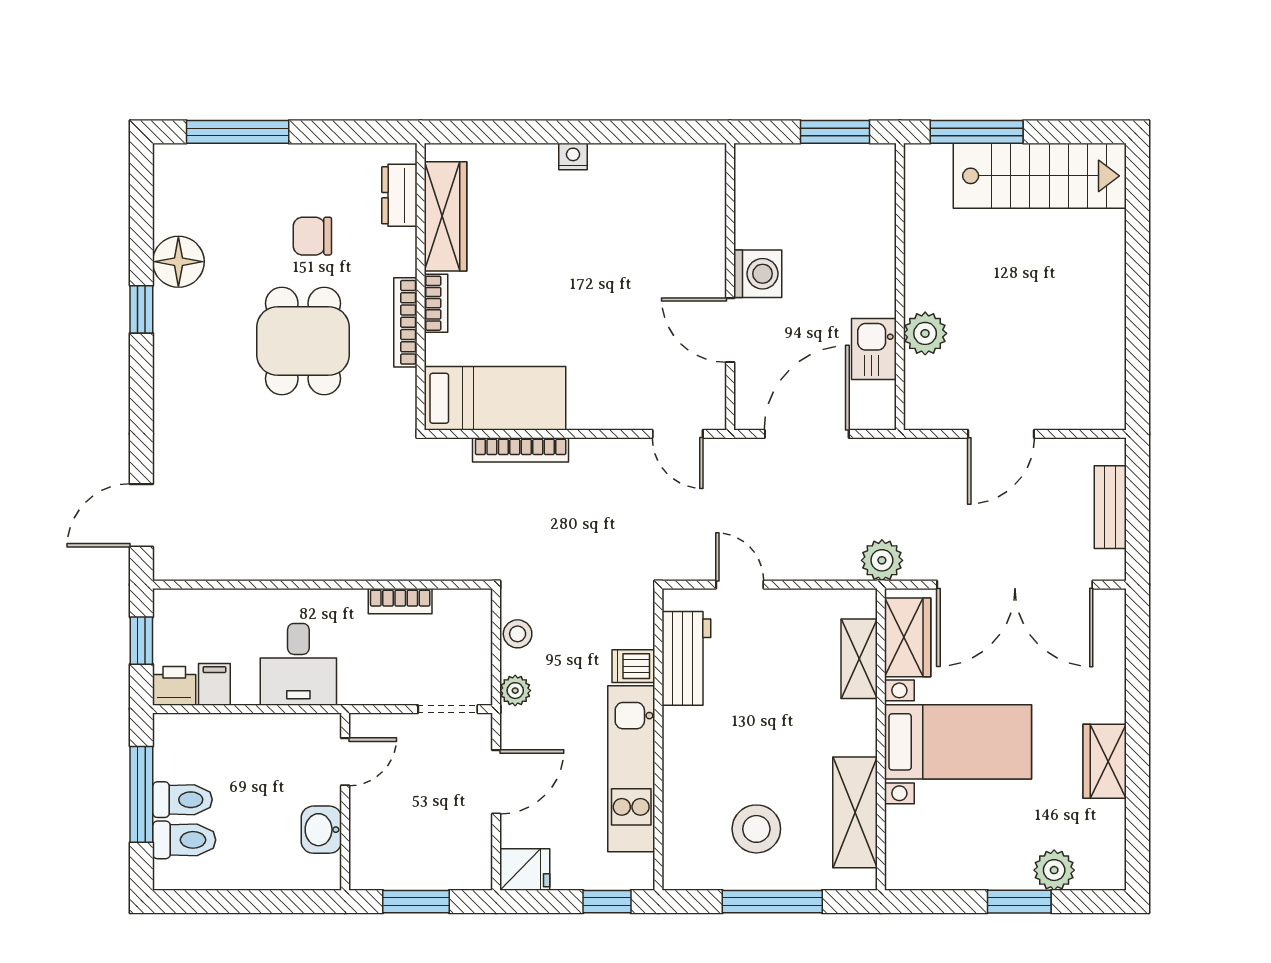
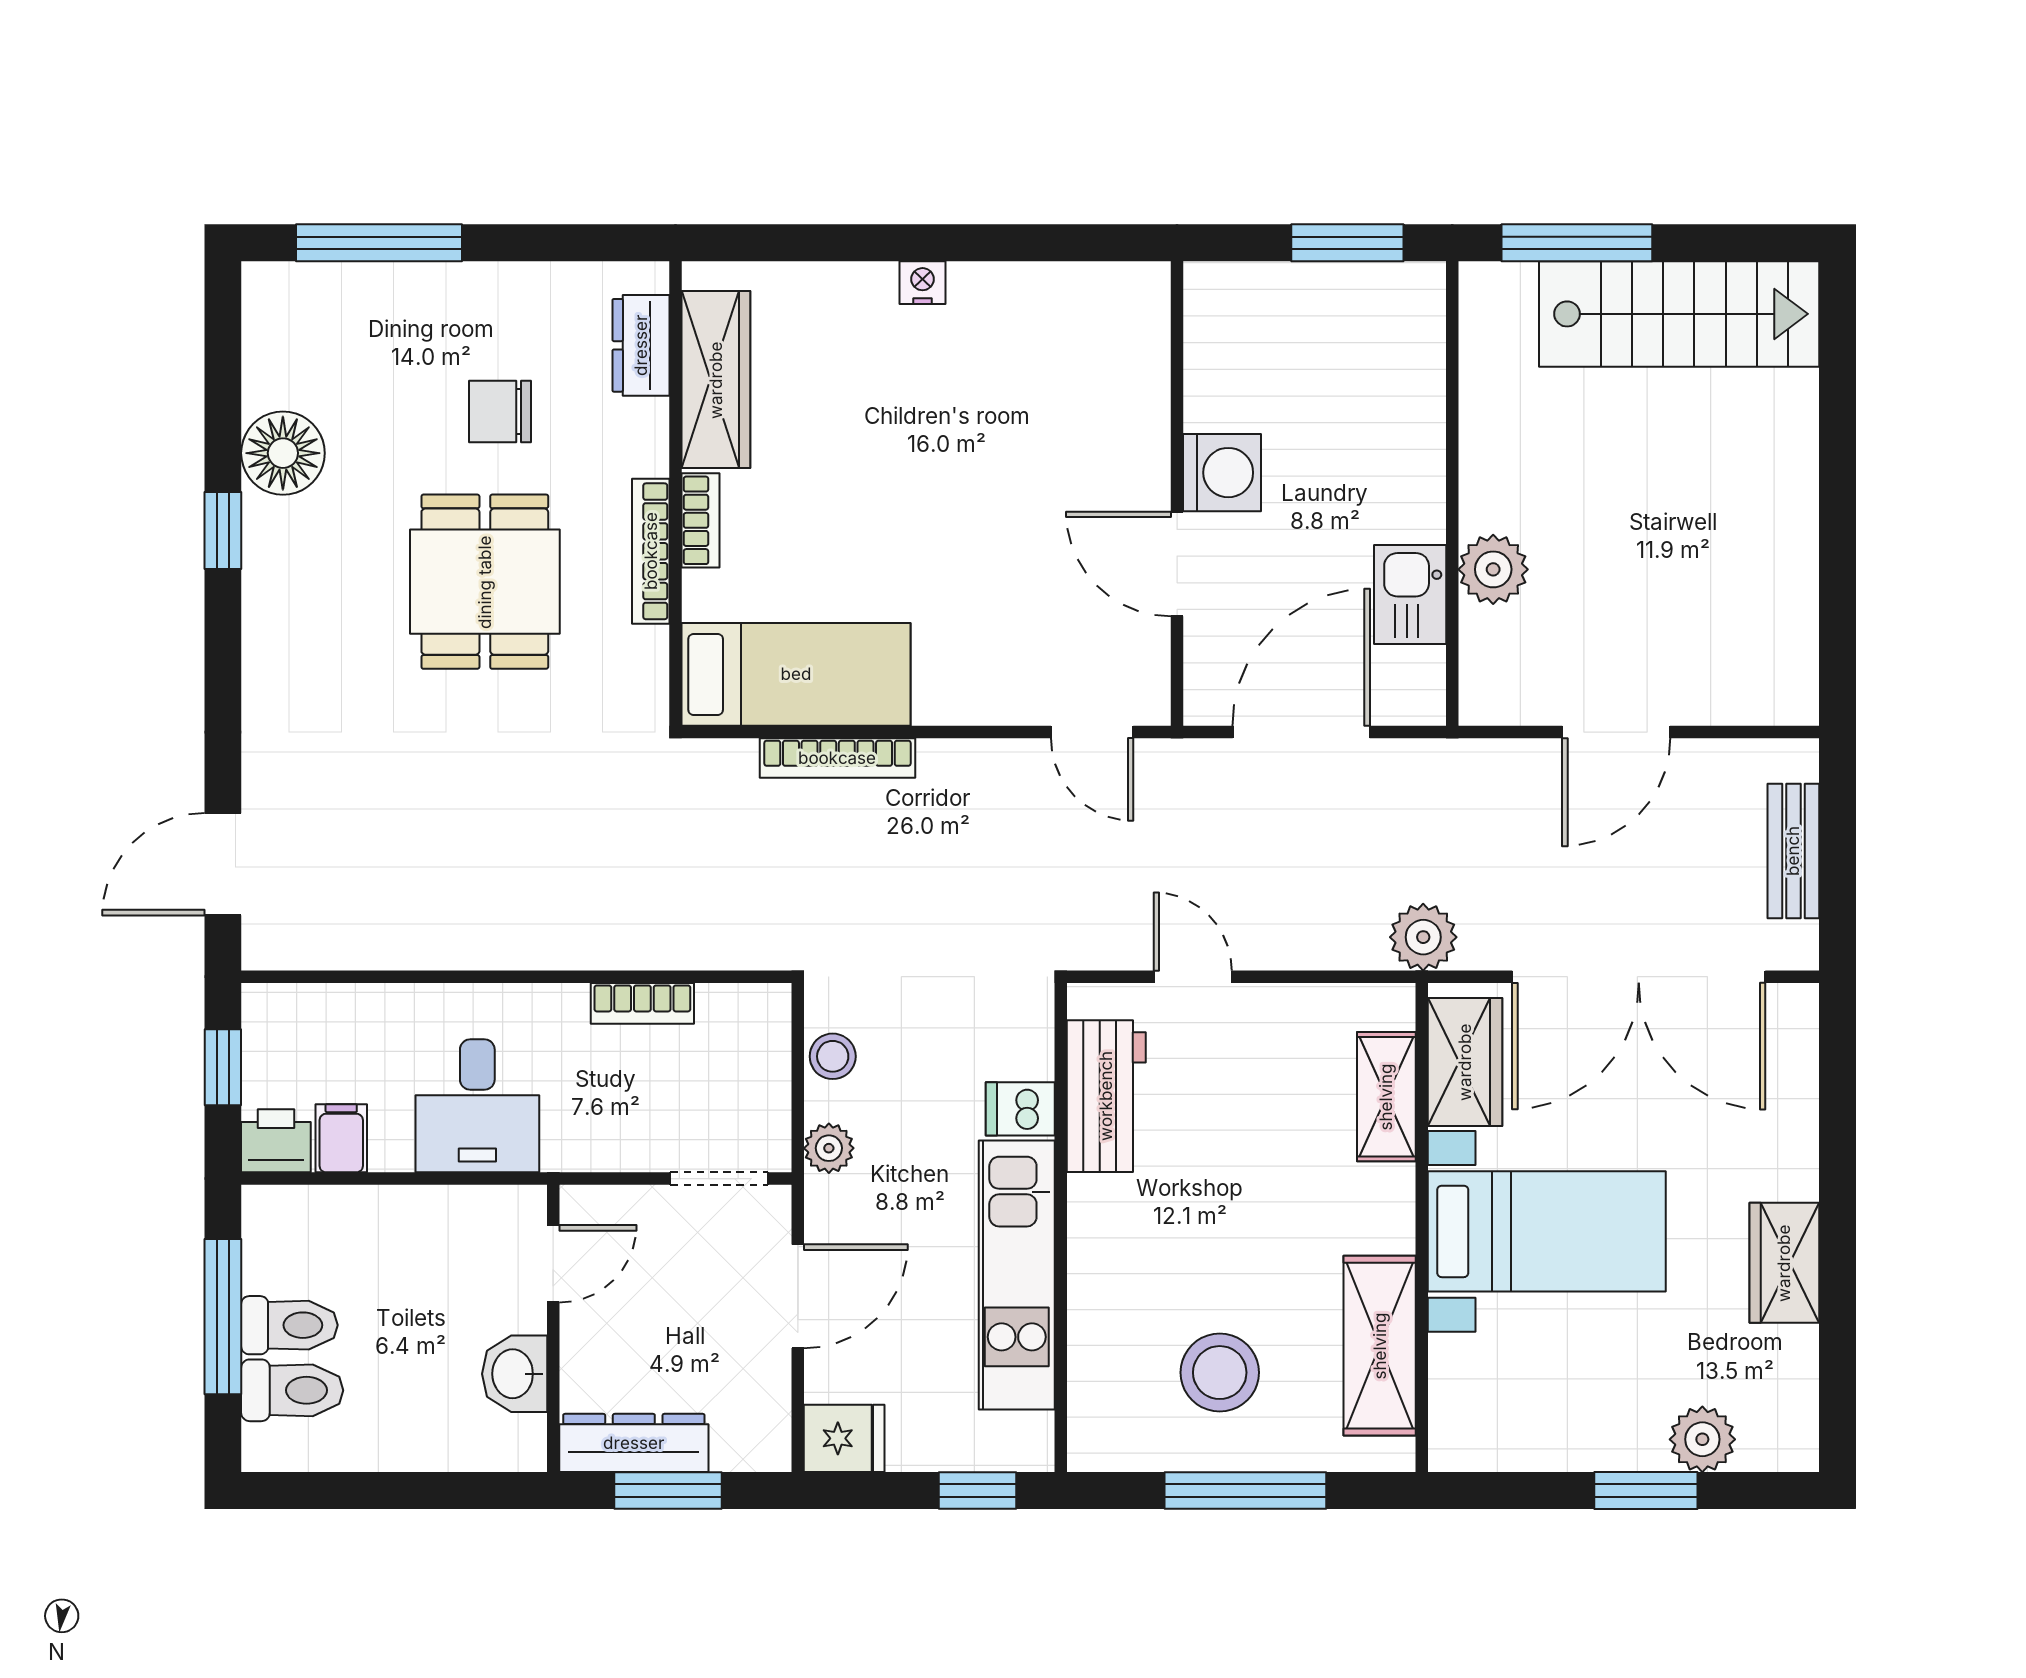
dresser: (395, 872) -> (634, 1443), added

